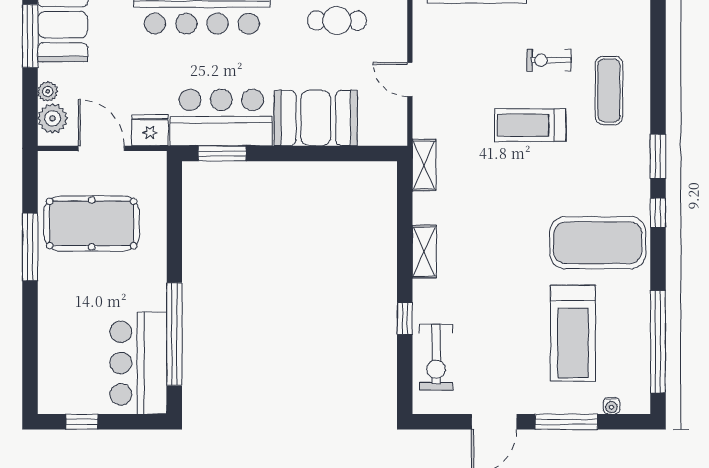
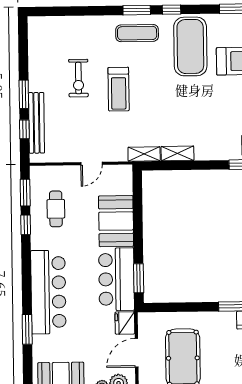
exercise bike: (549, 60) -> (78, 78), width x1.38, depth x1.39
exercise mat: (609, 90) -> (137, 33), moved
shelving: (424, 252) -> (178, 153), moved

